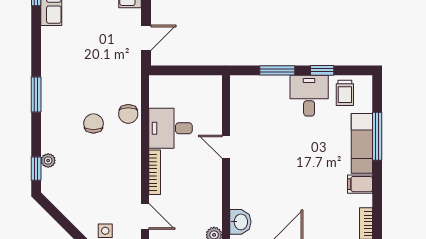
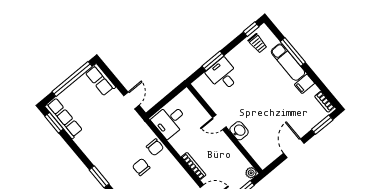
window: (322, 70) -> (251, 29), moved
desk: (309, 96) -> (223, 75), moved
desk: (170, 128) -> (170, 121), moved
washbasin: (240, 222) -> (239, 131), moved

